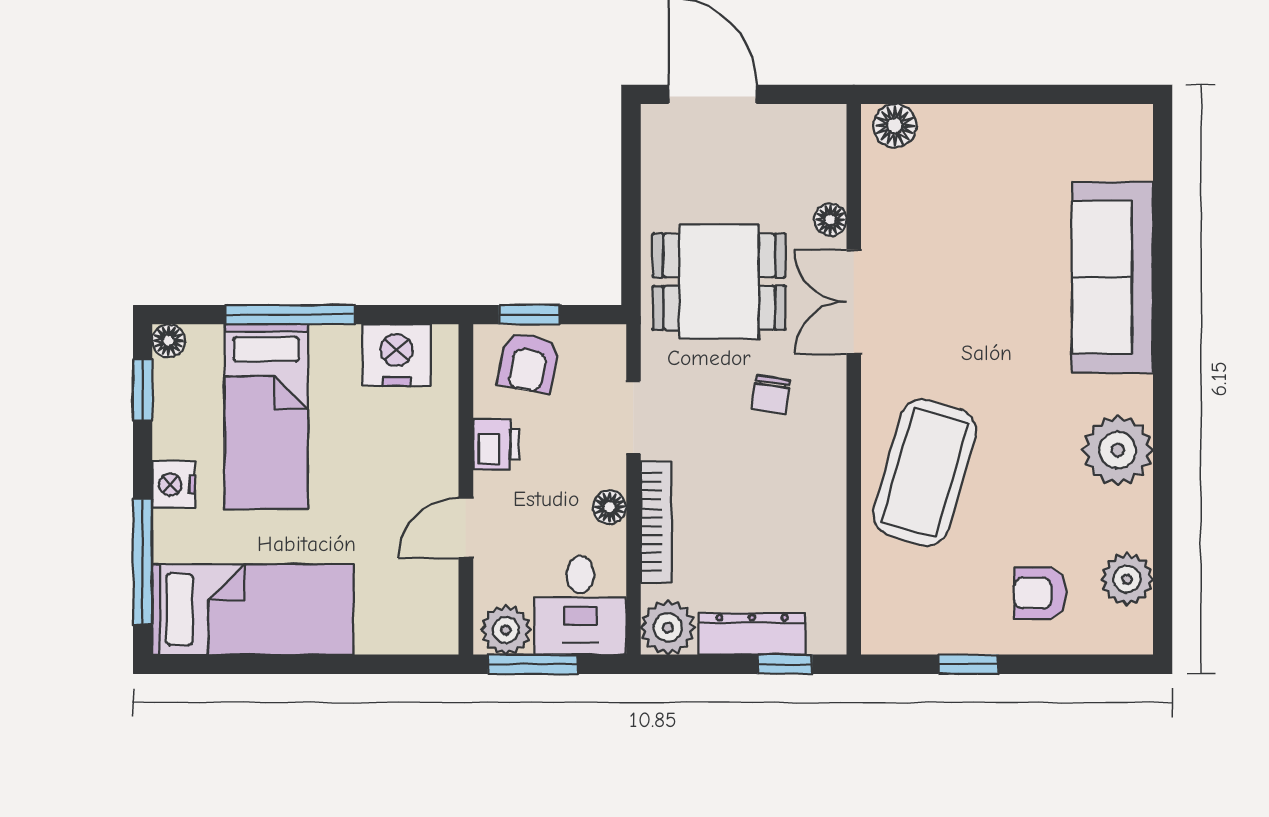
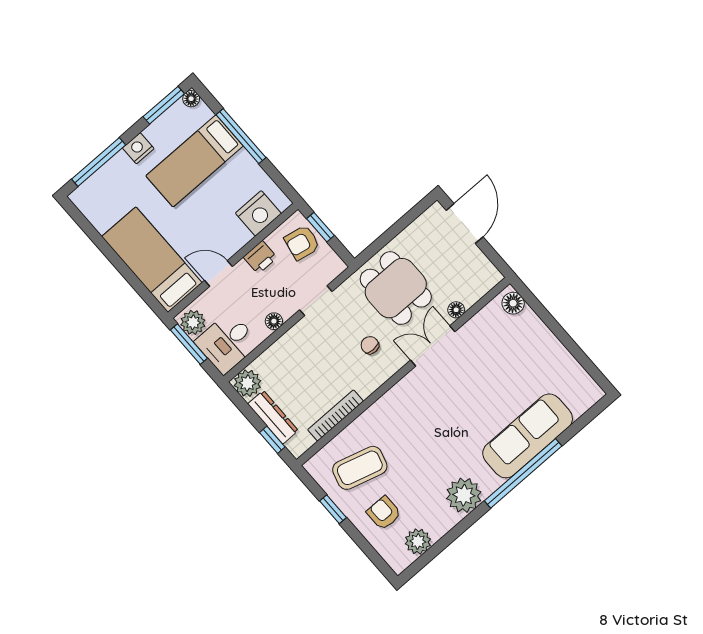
window: (1163, 333) -> (523, 473), added
nightstand: (397, 355) -> (258, 213), moved, turned 90
window: (143, 390) -> (164, 105), width x1.50
chair: (771, 395) -> (370, 345), turned 81
coffee table: (925, 472) -> (360, 468), moved, width x0.73, depth x0.76
bookcase: (656, 522) -> (336, 415), moved, turned 180
bed: (253, 609) -> (152, 260), moved, turned 180

